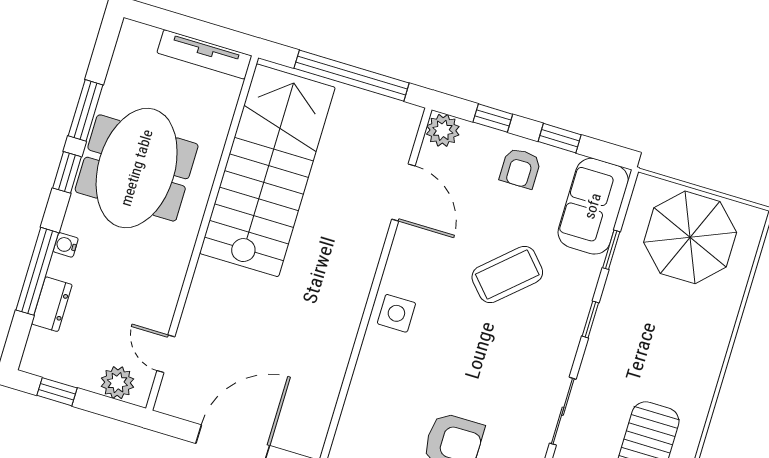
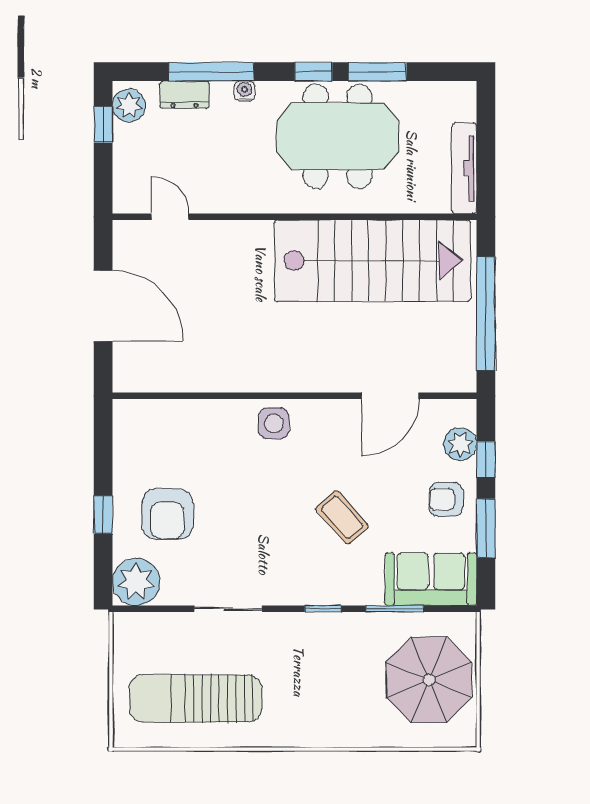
plant: (443, 130) -> (460, 444), moved
window: (560, 138) -> (486, 528), width x1.50
window: (611, 250) -> (395, 609), width x1.50
coffee table: (507, 275) -> (342, 517), width x0.73, depth x0.77
door: (166, 354) -> (170, 217), hinge flipped
plant: (117, 383) -> (129, 105), moved

